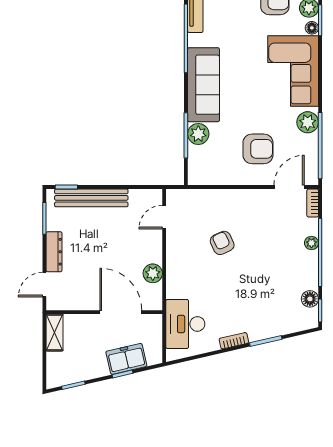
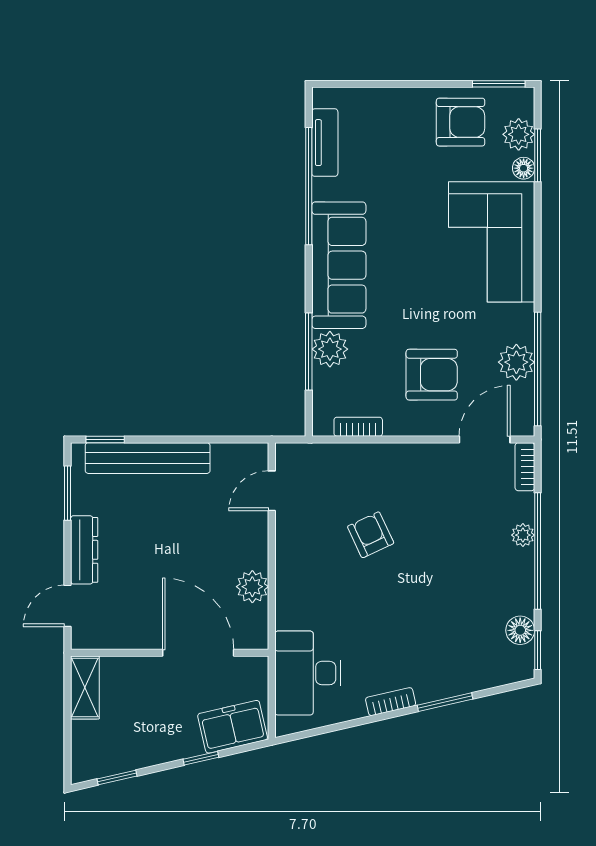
plant: (308, 122) -> (516, 362), moved
bookcase: (215, 179) -> (358, 427), added
freezer: (126, 359) -> (233, 727), moved

